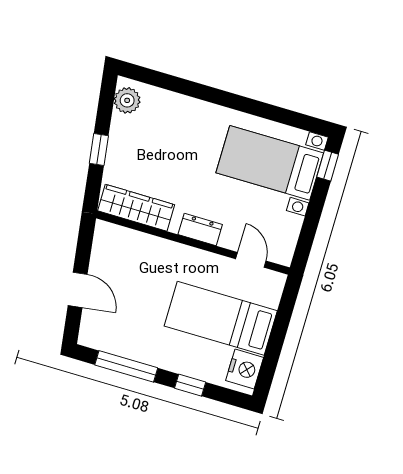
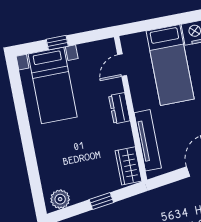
window: (328, 166) -> (57, 43), moved
wardrobe: (136, 208) -> (128, 166), width x0.67
tv unit: (143, 244) -> (148, 140), added

